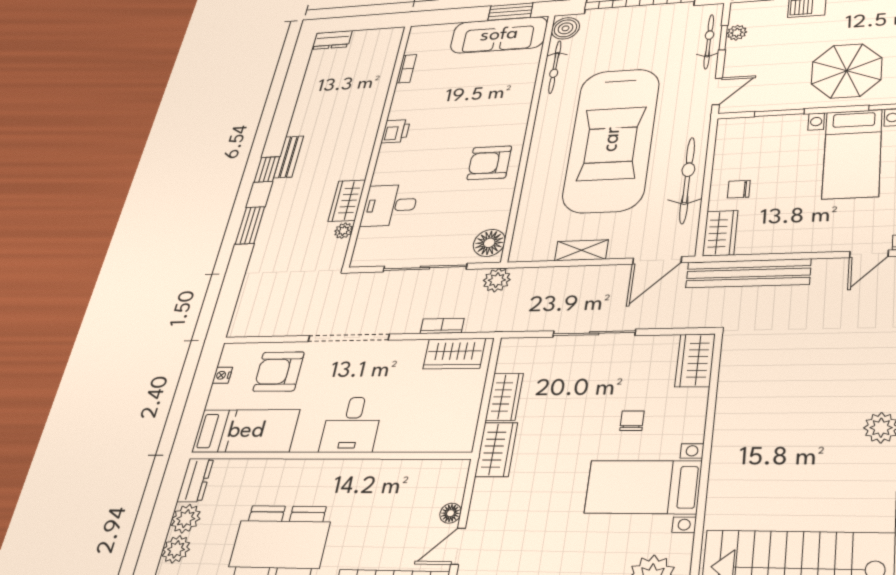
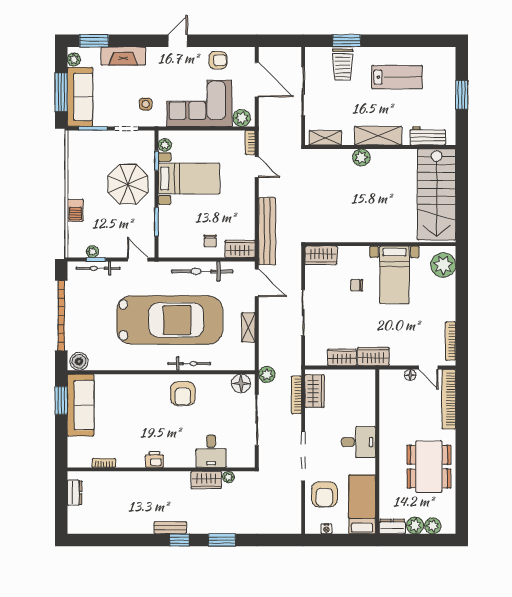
dresser: (332, 40) -> (75, 493), moved
bicycle: (555, 67) -> (189, 364), moved
bookcase: (442, 326) -> (296, 395), width x1.56

